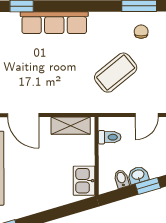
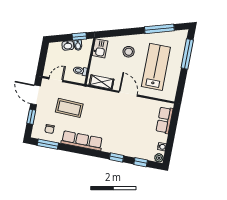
row of seats: (54, 23) -> (82, 141), moved
coffee table: (116, 73) -> (69, 108), turned 41
stool: (36, 184) -> (129, 52), added
window: (148, 186) -> (79, 36), moved

